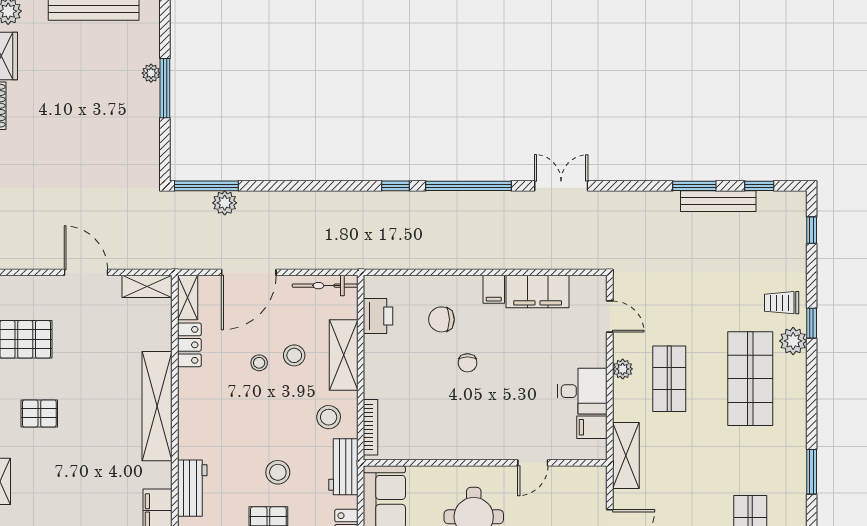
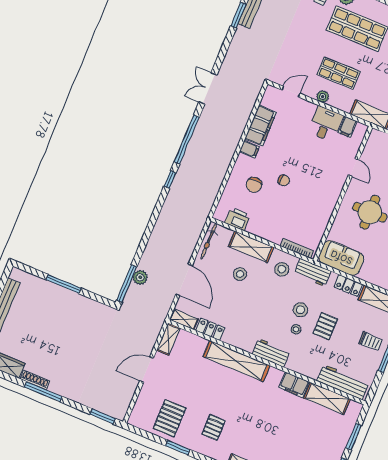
plant: (151, 73) -> (52, 288), removed
stool: (259, 363) -> (296, 329), moved
workbench: (192, 488) -> (271, 353), moved

